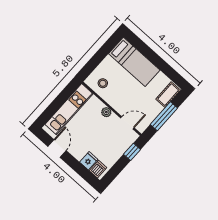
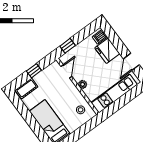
window: (164, 116) -> (34, 71), width x0.46
door: (127, 123) -> (66, 71), swing flipped
fridge: (89, 161) -> (107, 51), width x1.88, depth x1.34

